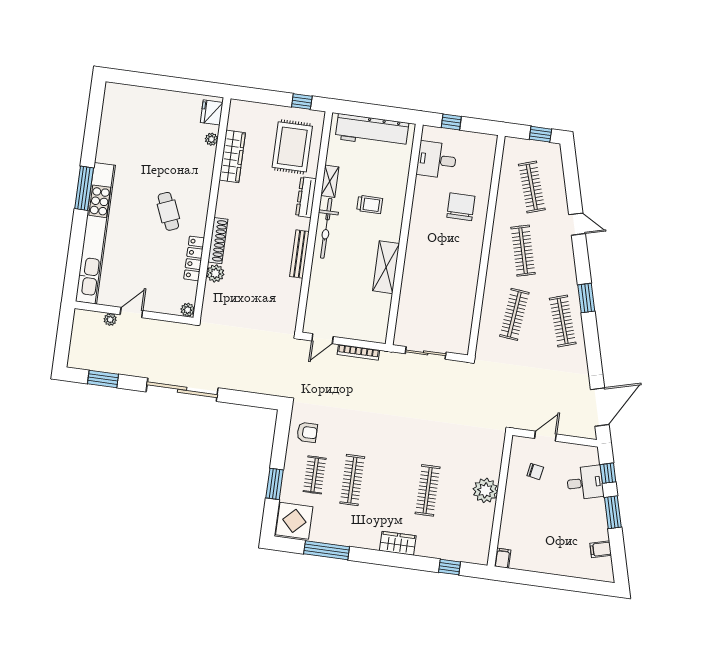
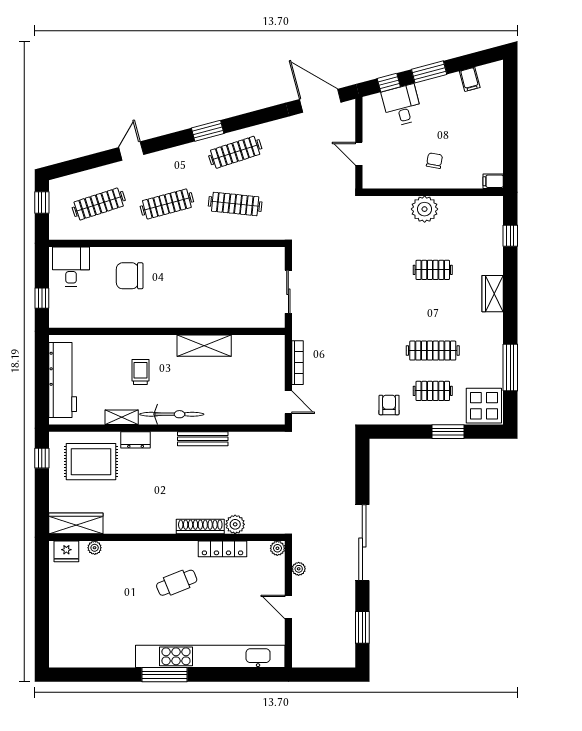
wardrobe: (232, 156) -> (76, 523), moved
desk: (437, 160) -> (71, 267), moved, turned 180
dresser: (306, 197) -> (136, 440), width x0.70
plant: (110, 319) -> (299, 569), moved
chair: (535, 471) -> (434, 161), moved
clothes rail: (428, 490) -> (433, 270), width x0.73

